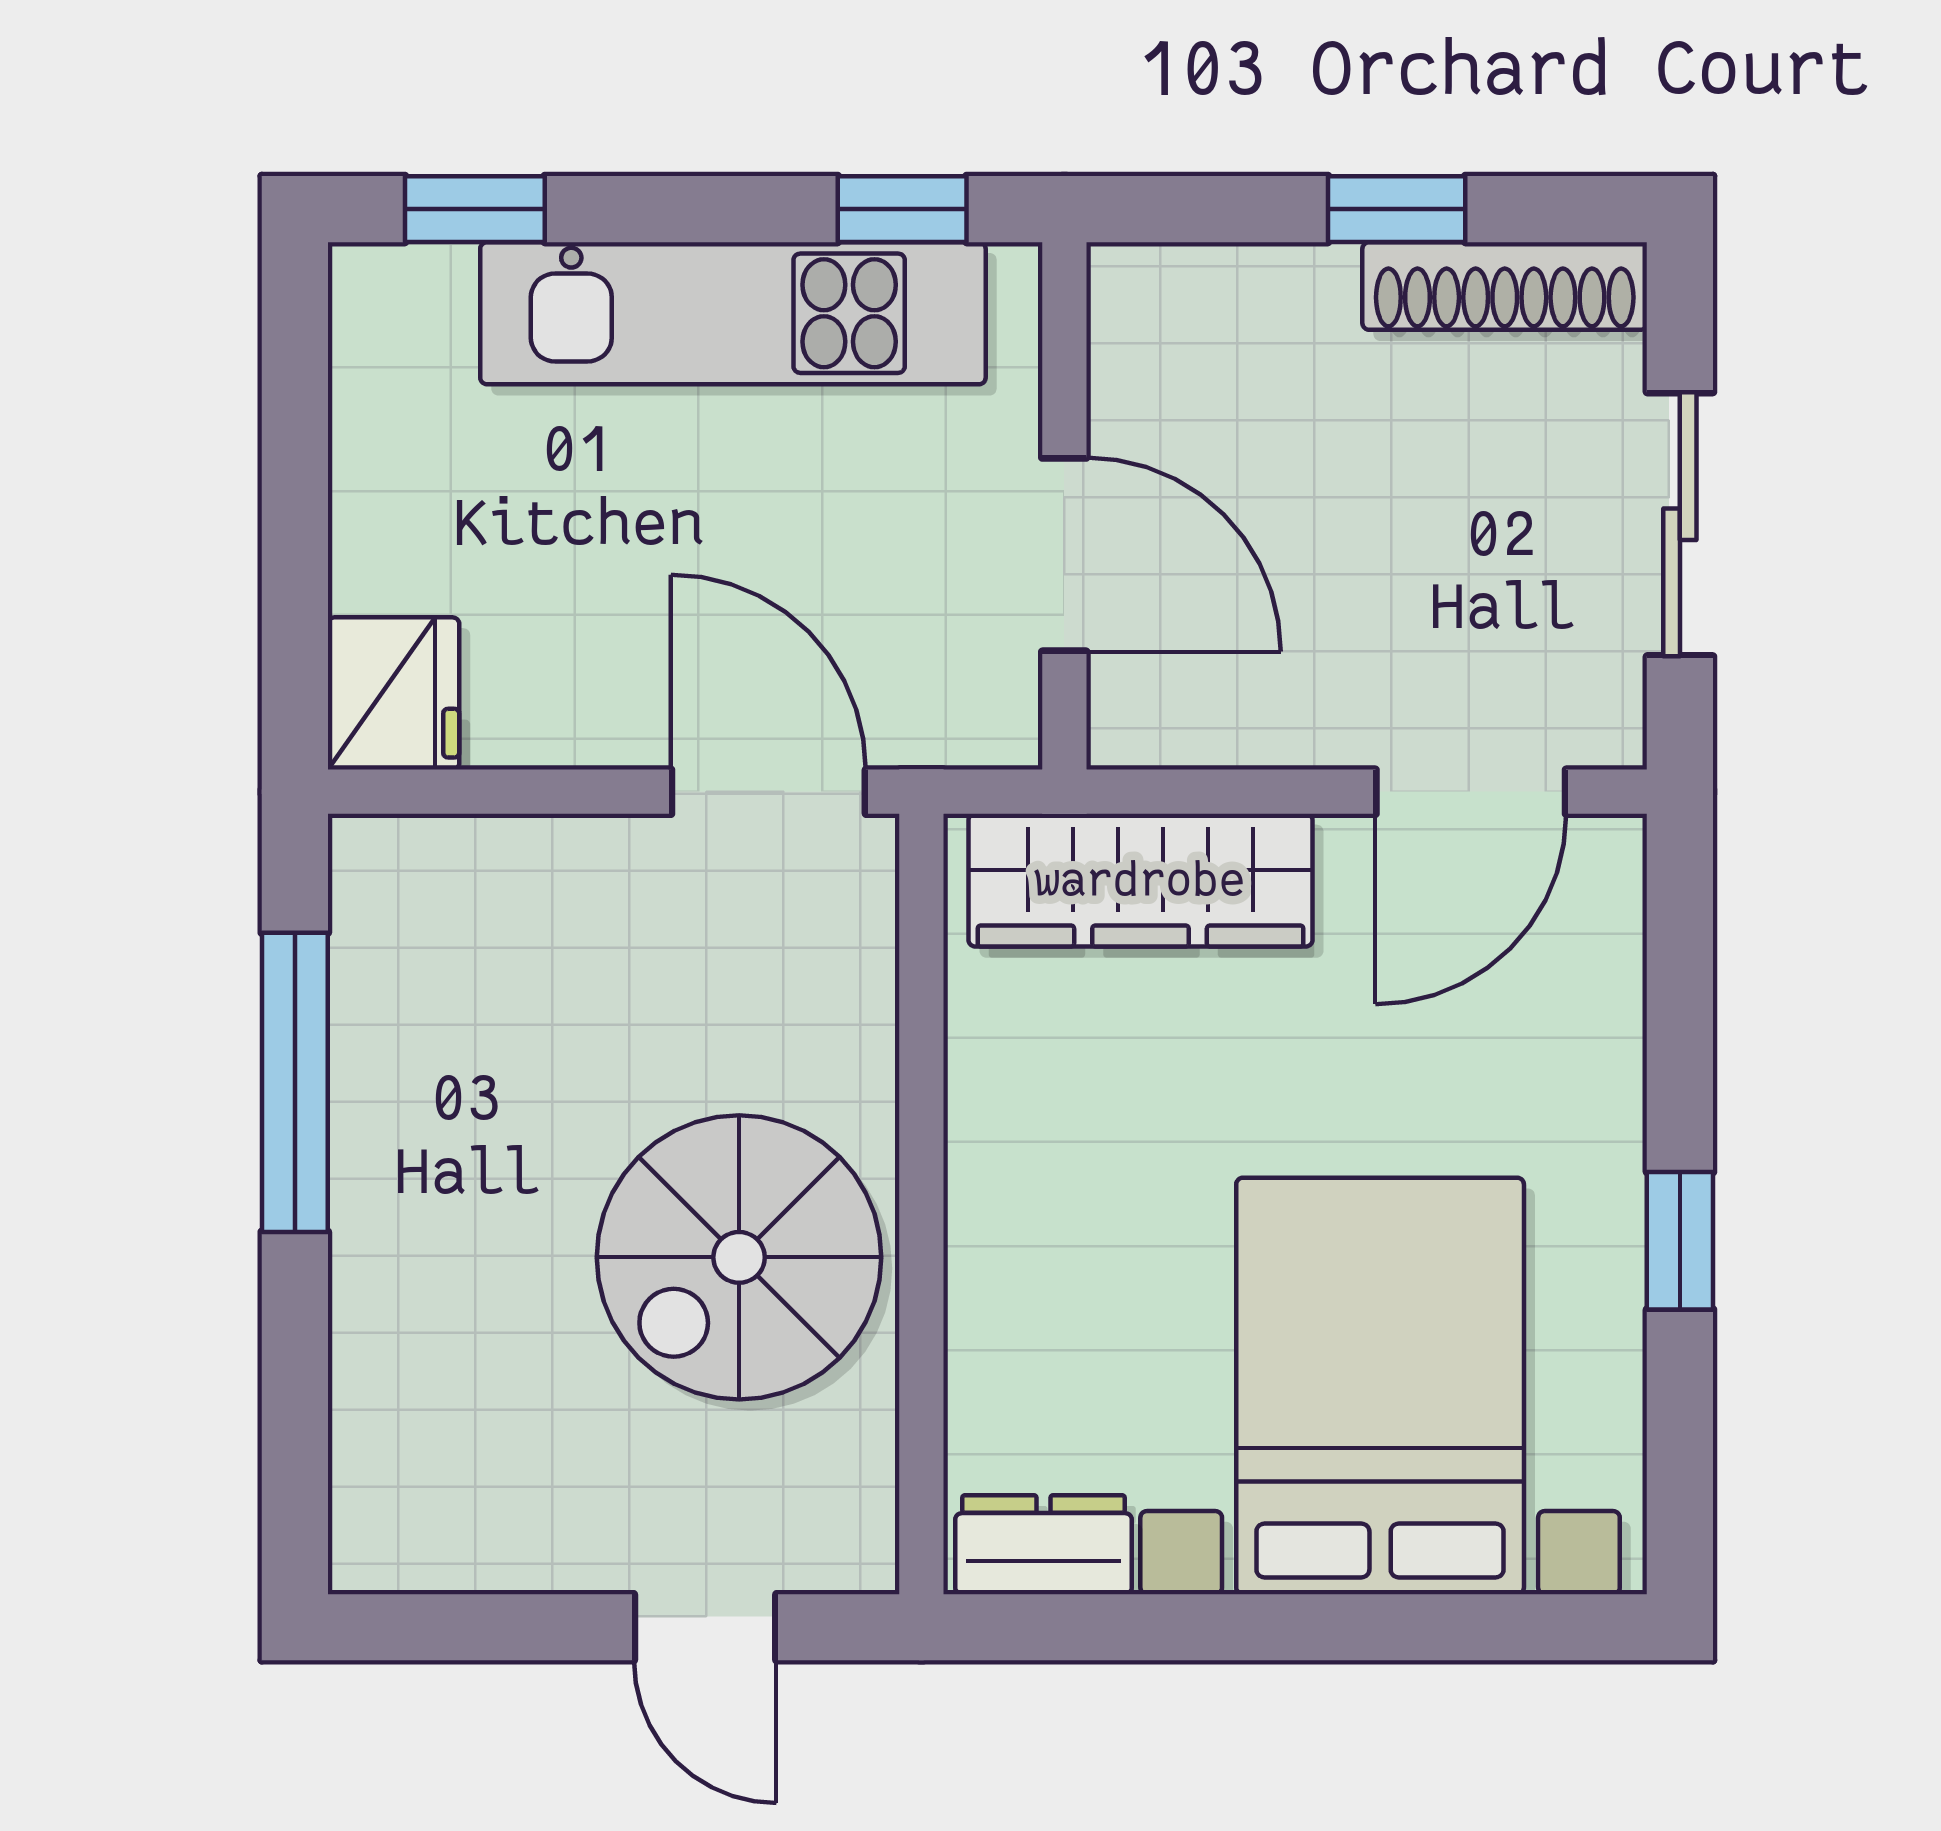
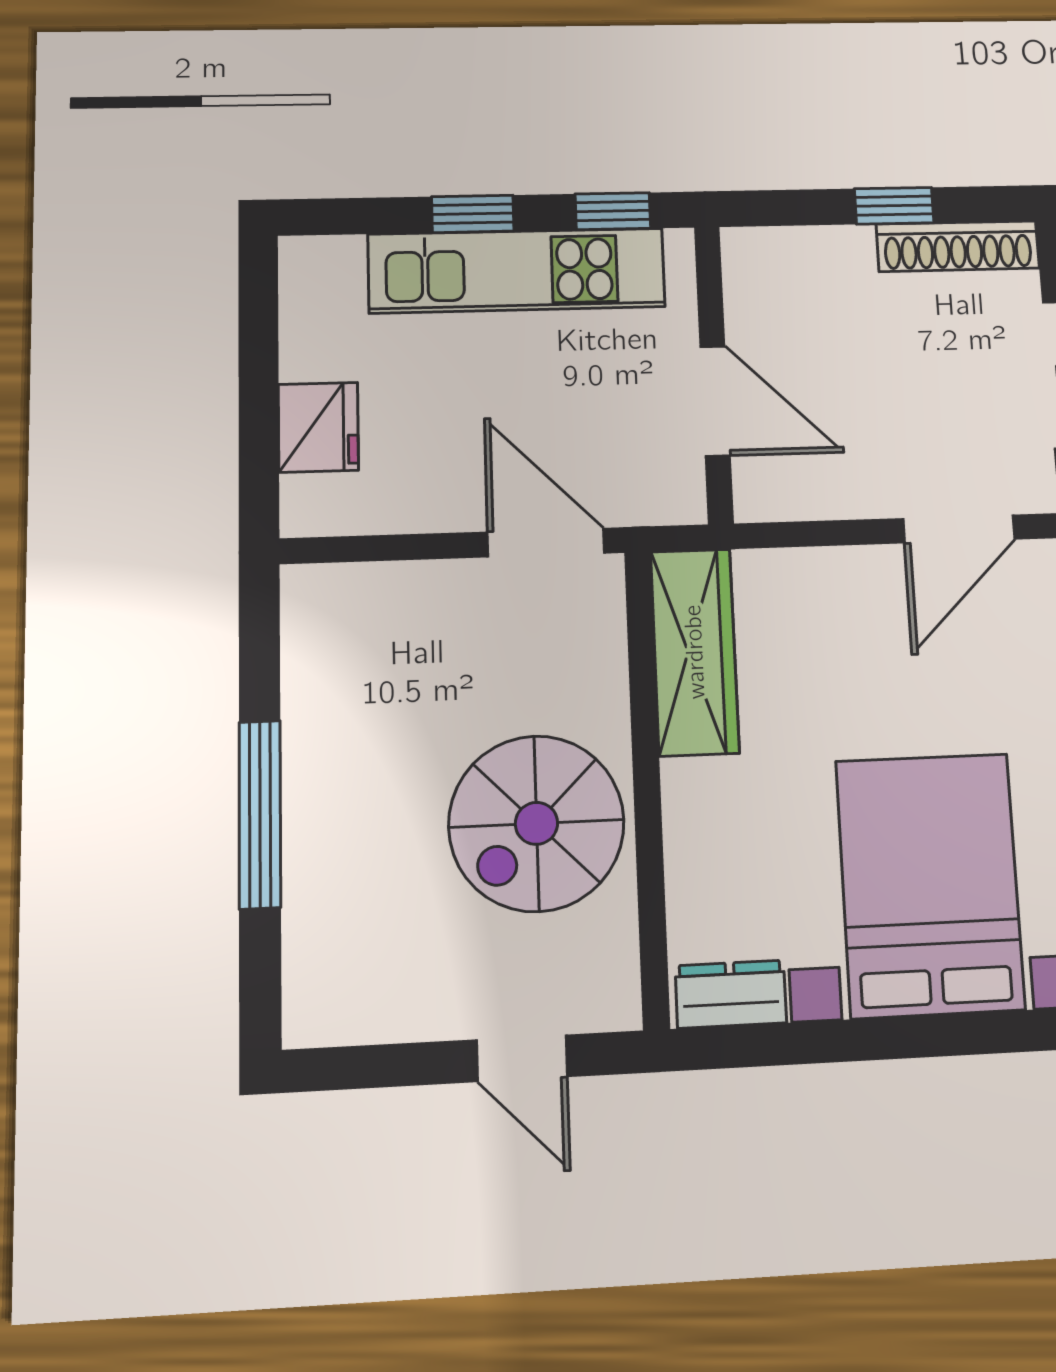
window: (475, 209) -> (473, 214), moved
fridge: (393, 693) -> (318, 427), moved
wardrobe: (1140, 880) -> (695, 652), moved, turned -90
window: (295, 1082) -> (260, 814), moved

